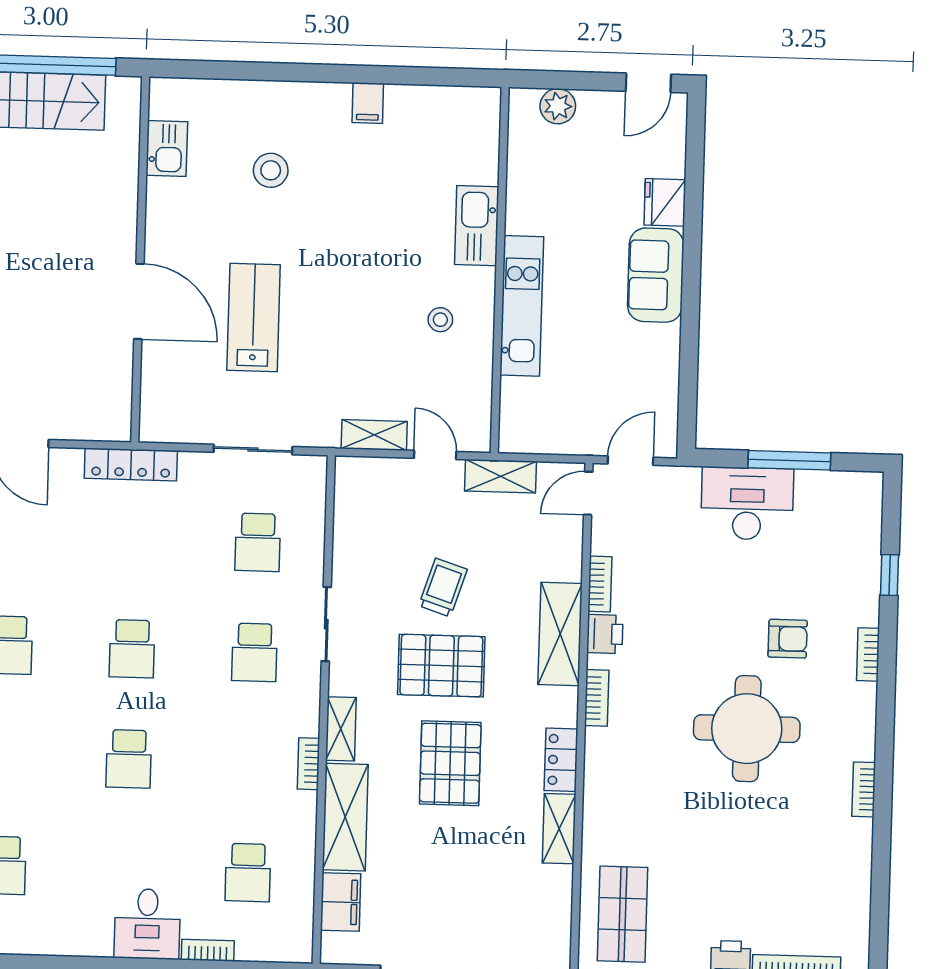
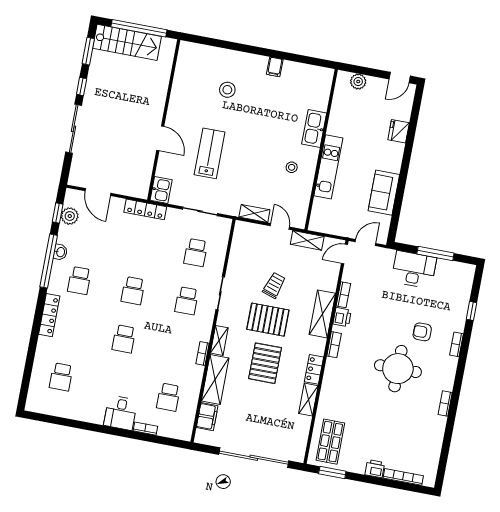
kitchen sink: (167, 148) -> (161, 190), moved
sofa: (656, 275) -> (384, 193), moved
door: (139, 301) -> (160, 138), width x0.73
armchair: (788, 639) -> (422, 332), turned 180

